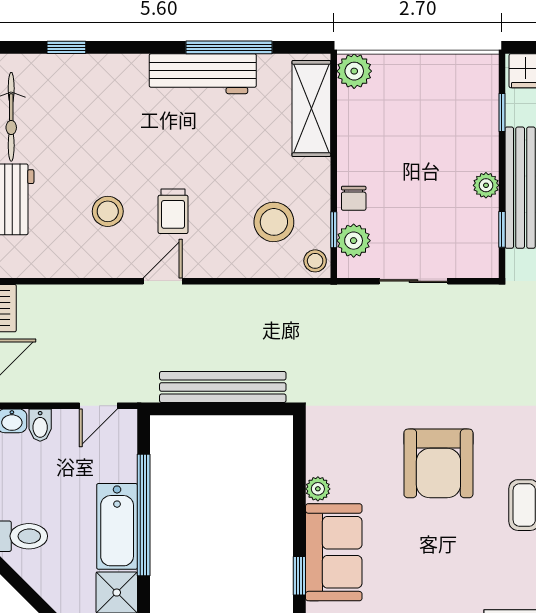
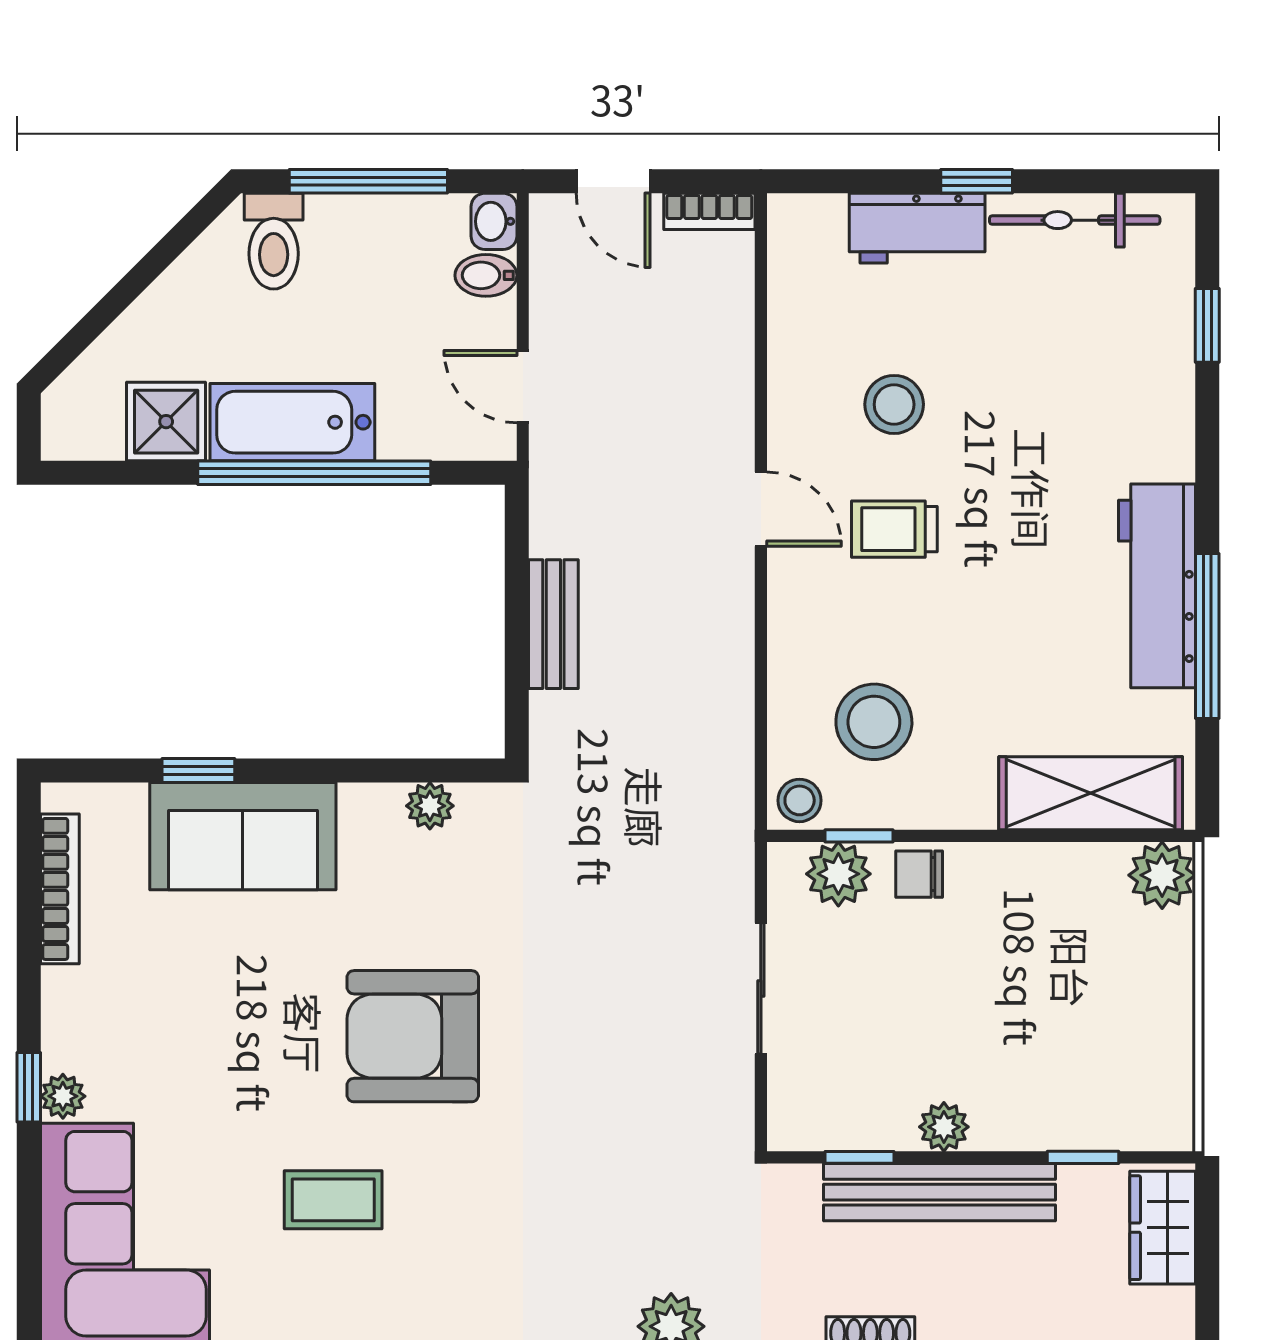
bench: (223, 387) -> (553, 624), width x0.54, depth x0.82
plant: (318, 489) -> (430, 806), moved

